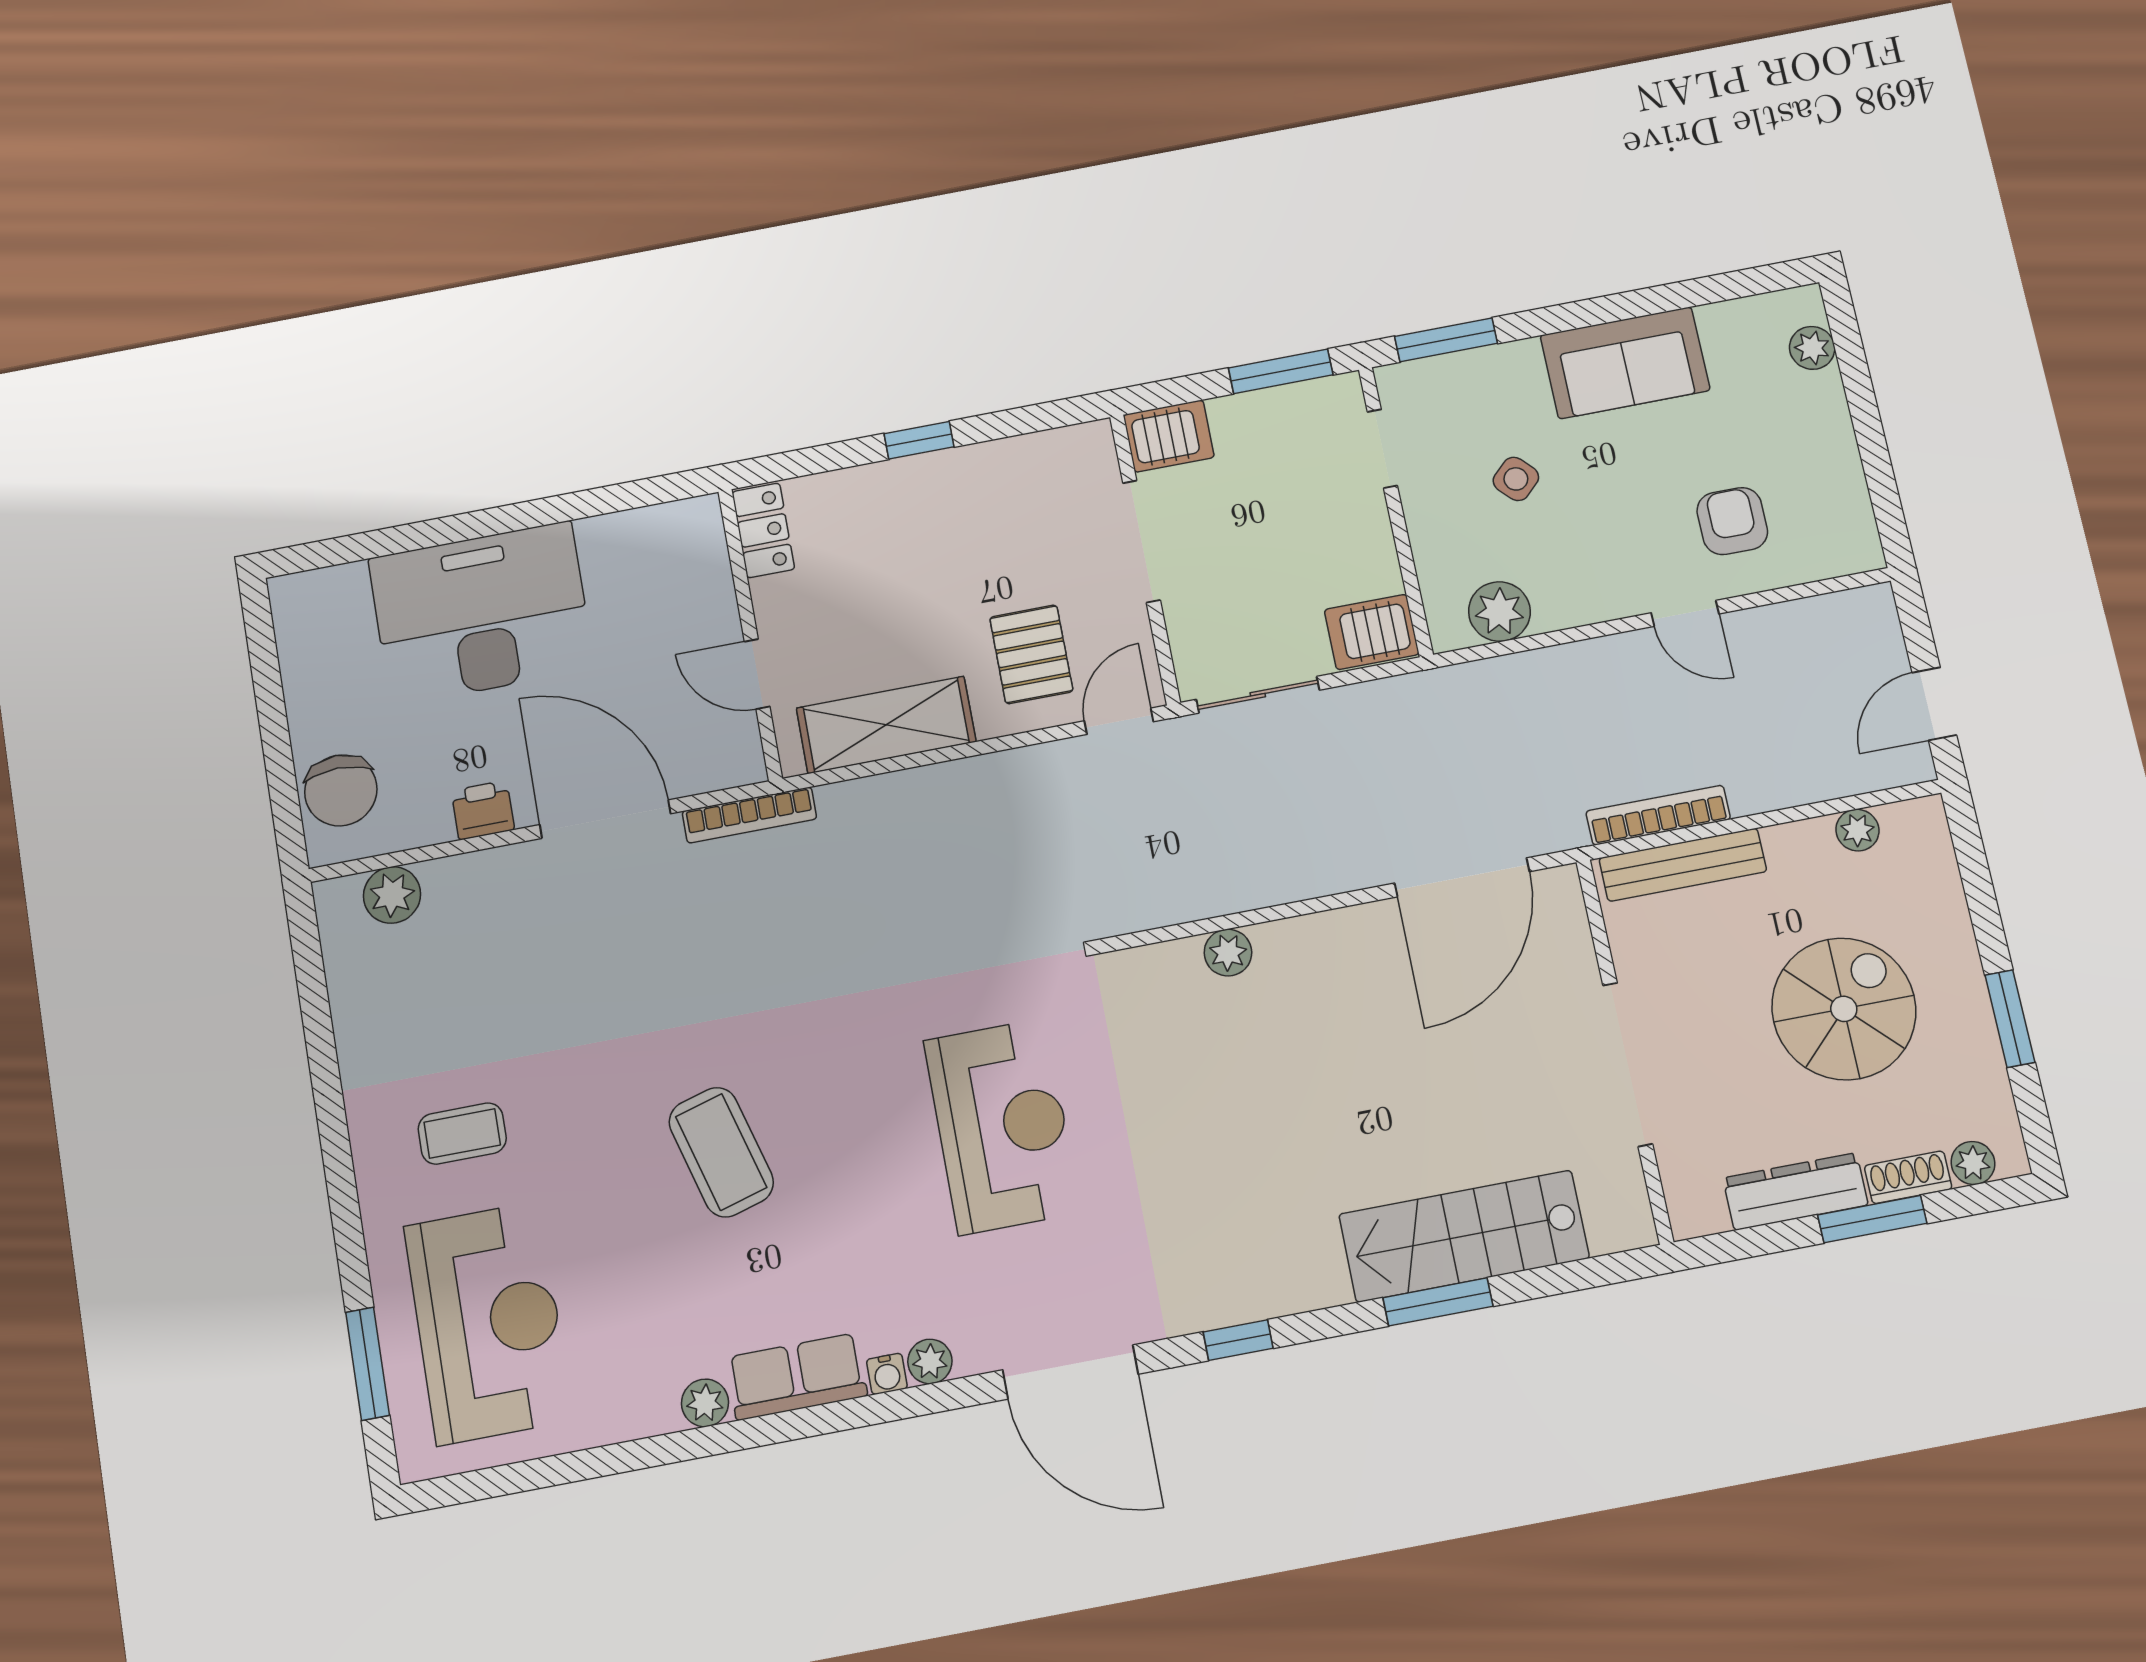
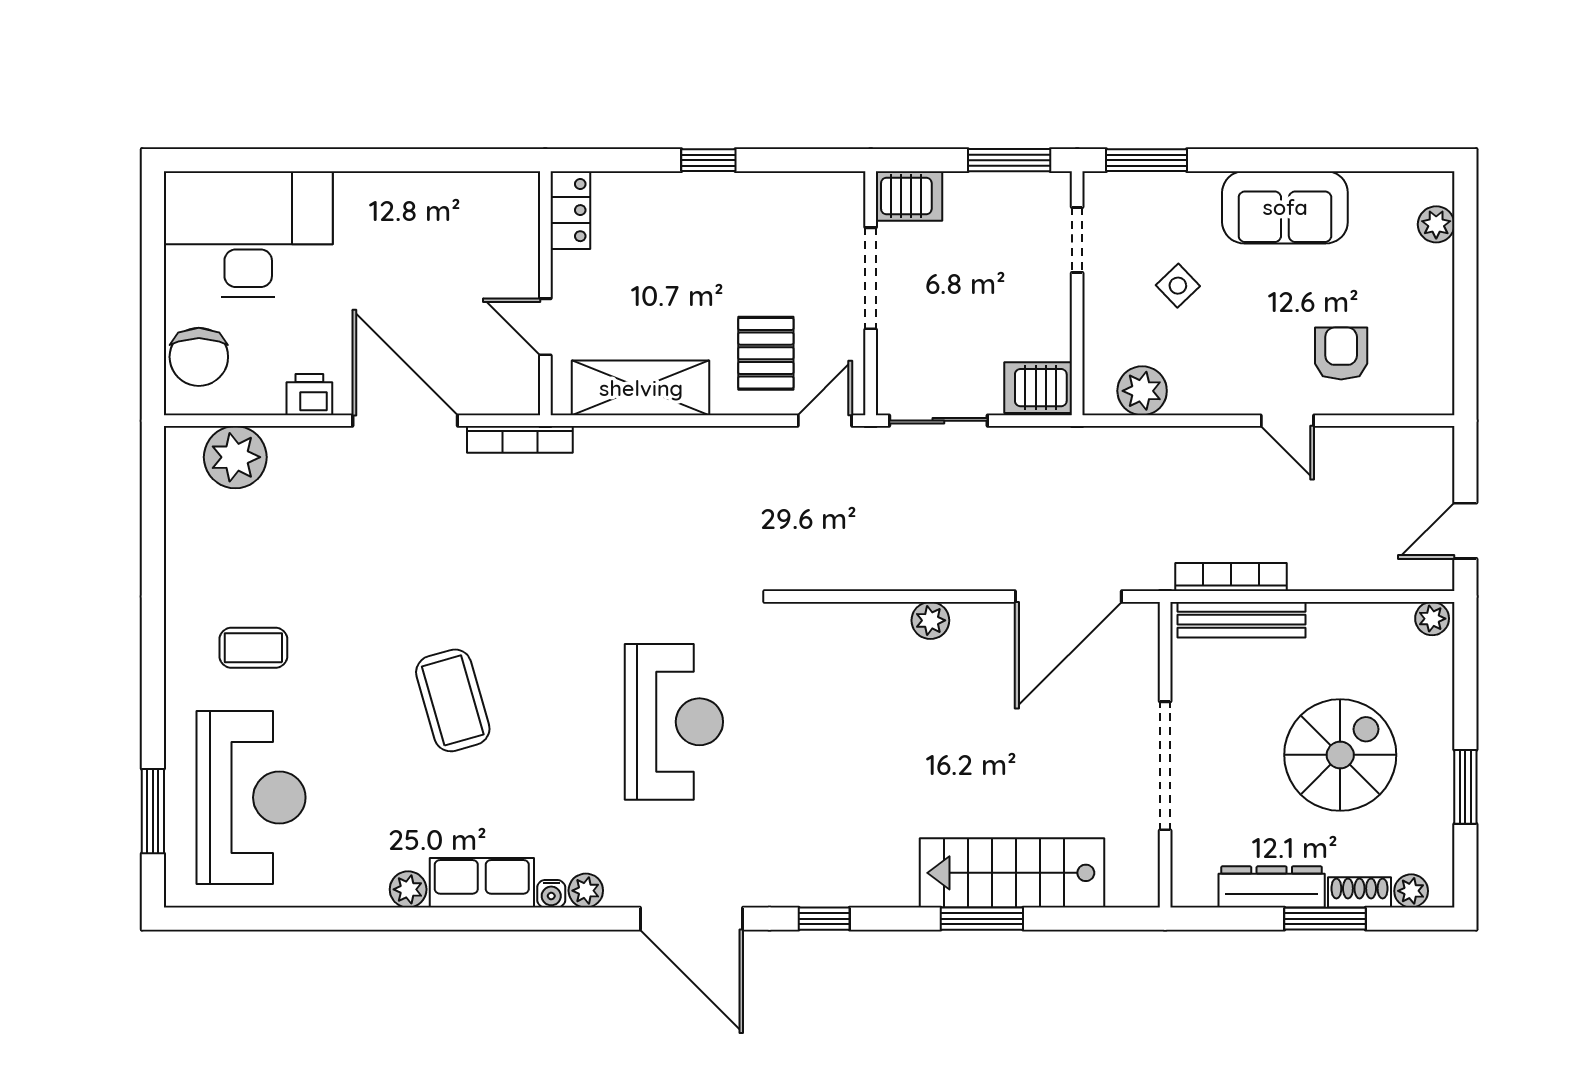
desk: (481, 613) -> (248, 234), moved
plant: (1857, 830) -> (1432, 619), moved
plant: (392, 895) -> (235, 457), width x1.36, depth x1.36
plant: (1228, 953) -> (930, 620), moved

